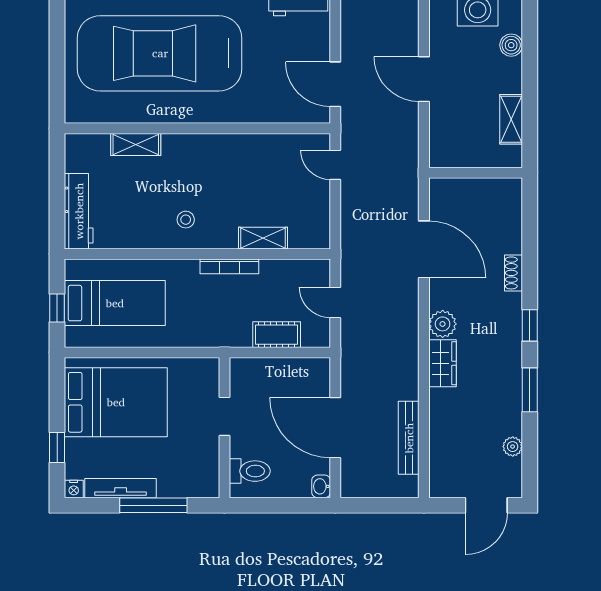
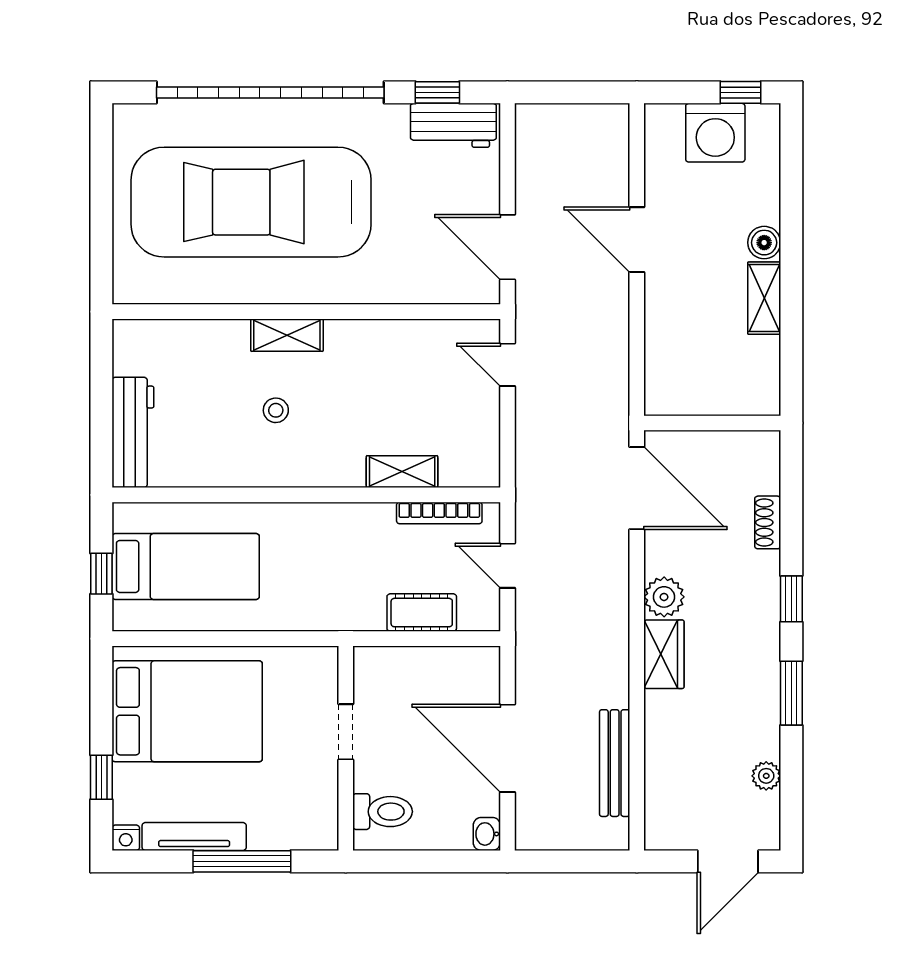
boiler: (511, 45) -> (764, 243), moved
shelving: (136, 144) -> (287, 335), moved
wall: (476, 173) -> (712, 423), moved
stool: (186, 220) -> (276, 410), moved
bookcase: (229, 266) -> (439, 513), moved

